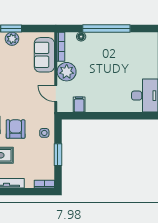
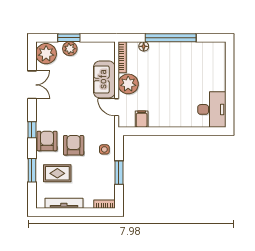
sofa: (44, 55) -> (104, 79), moved

